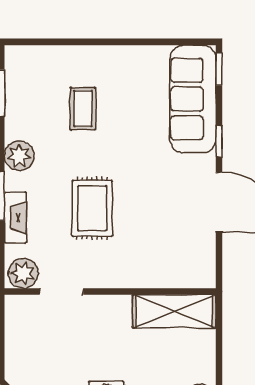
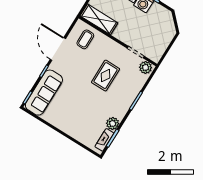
coffee table: (83, 109) -> (85, 39), moved
plant: (19, 156) -> (113, 123), moved
fireplace: (15, 218) -> (104, 140), moved

